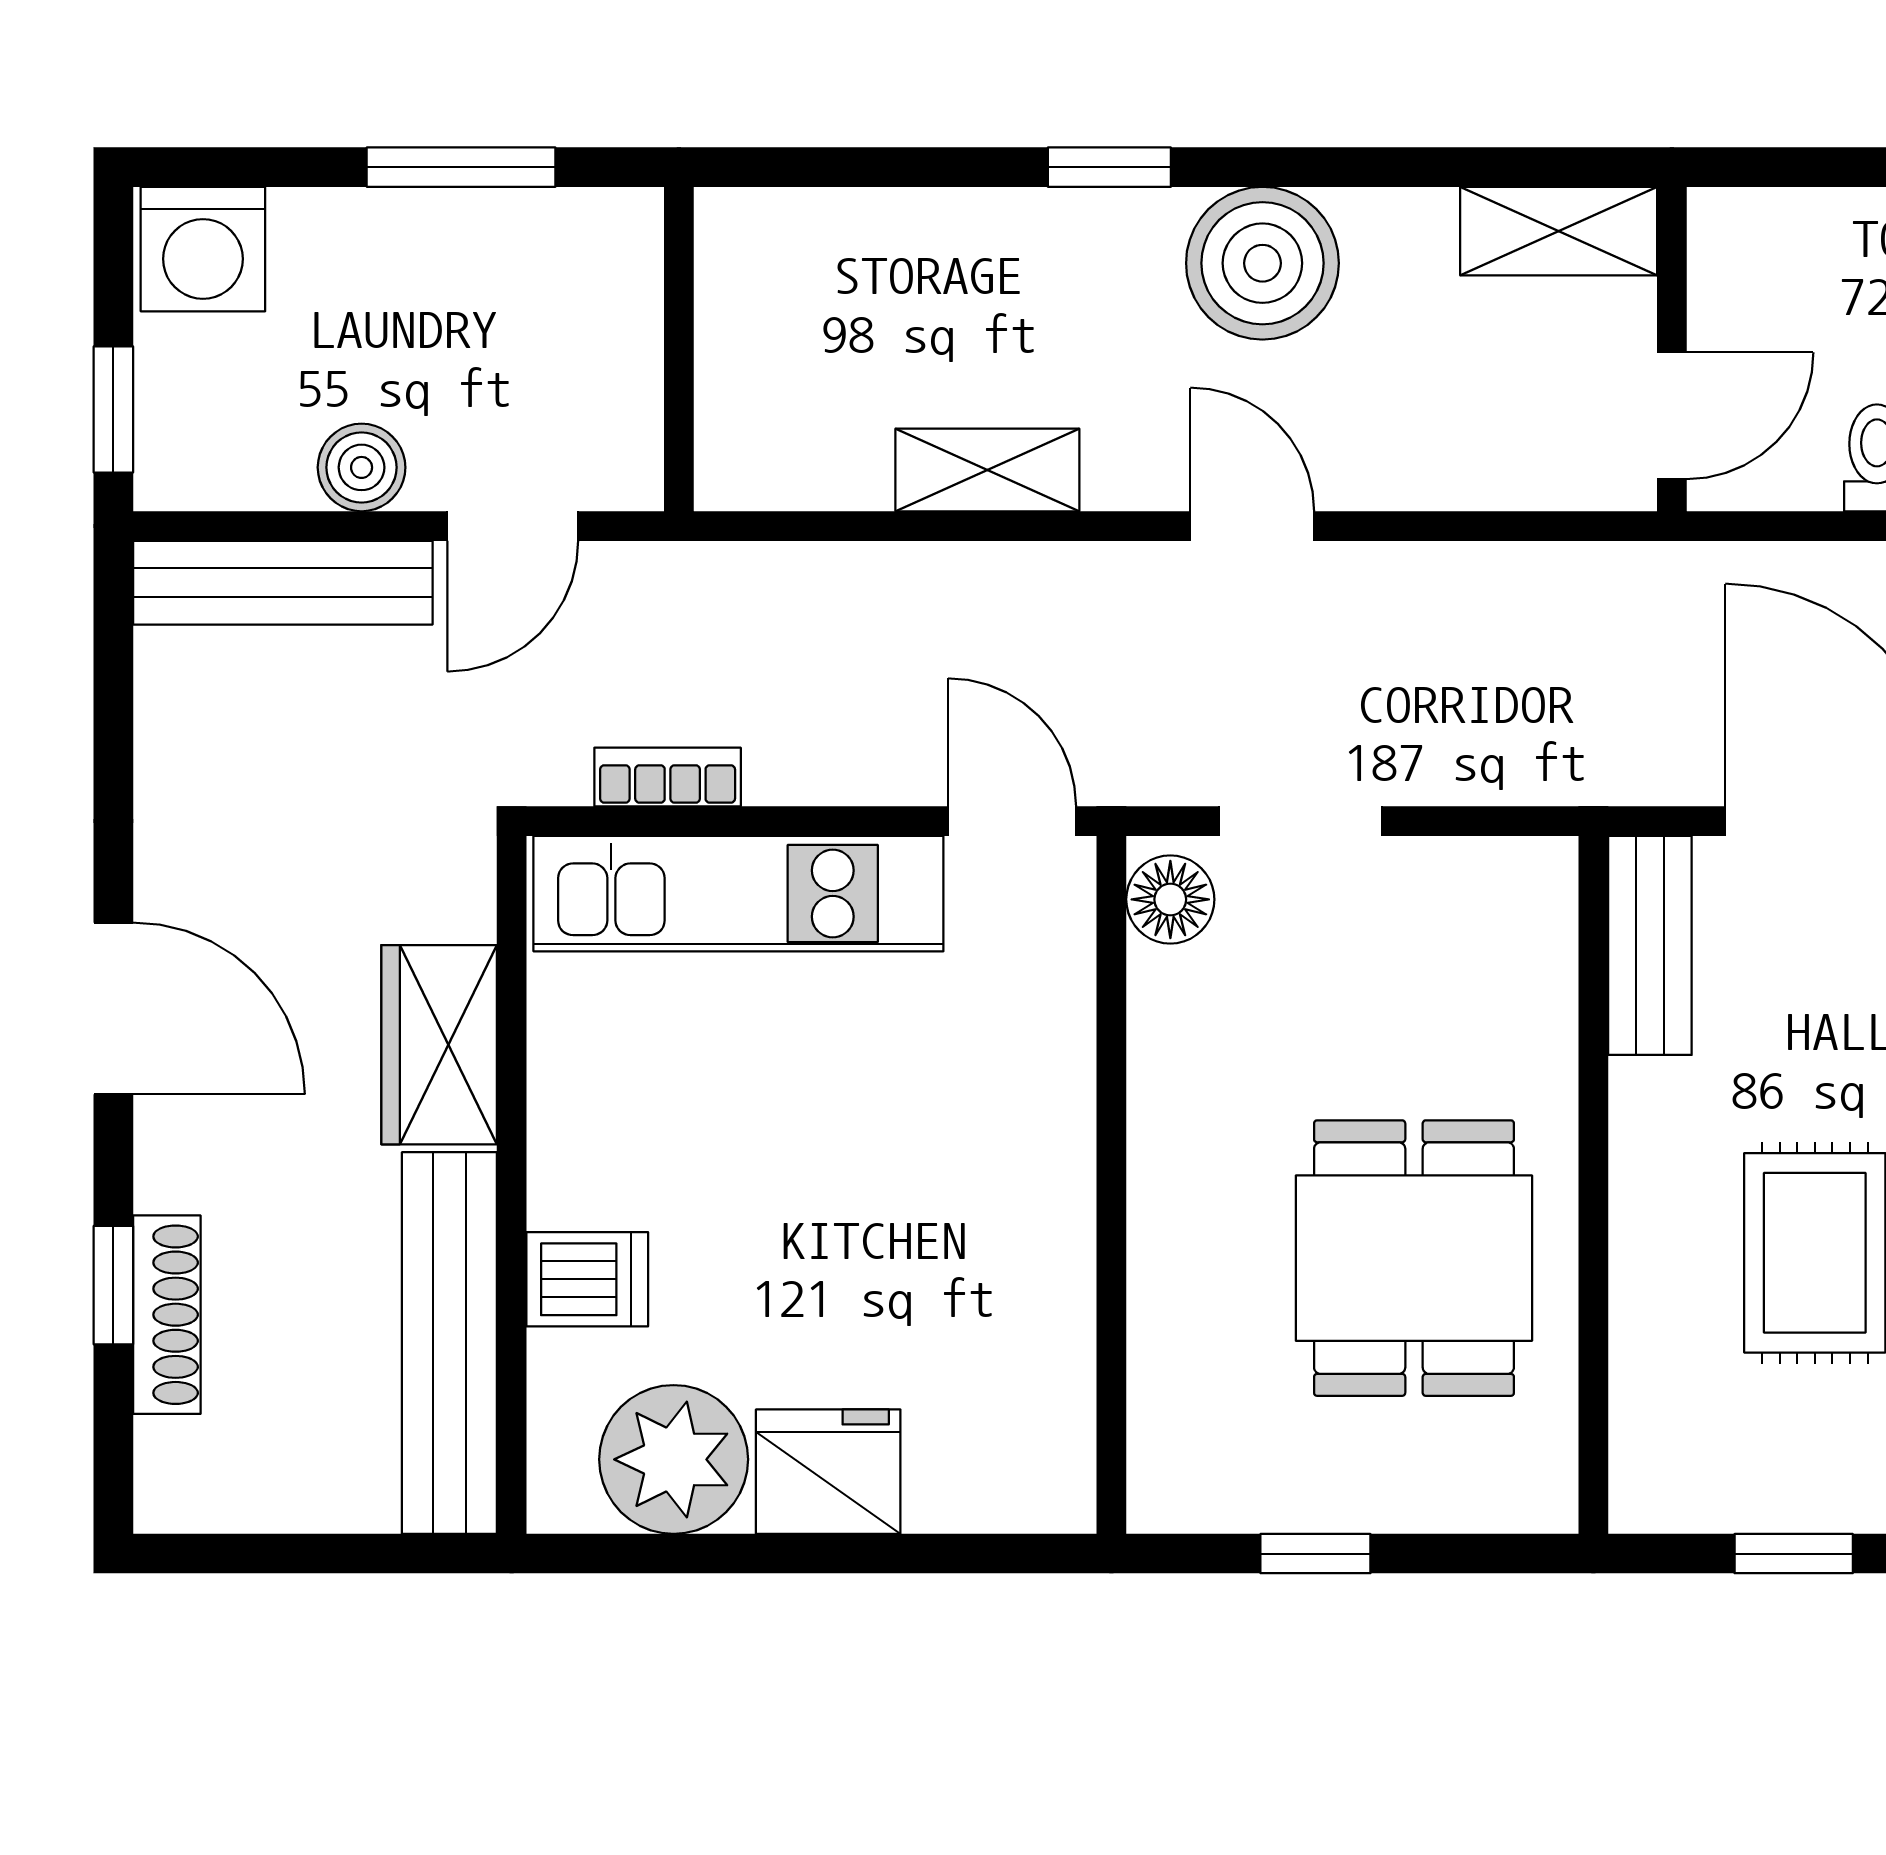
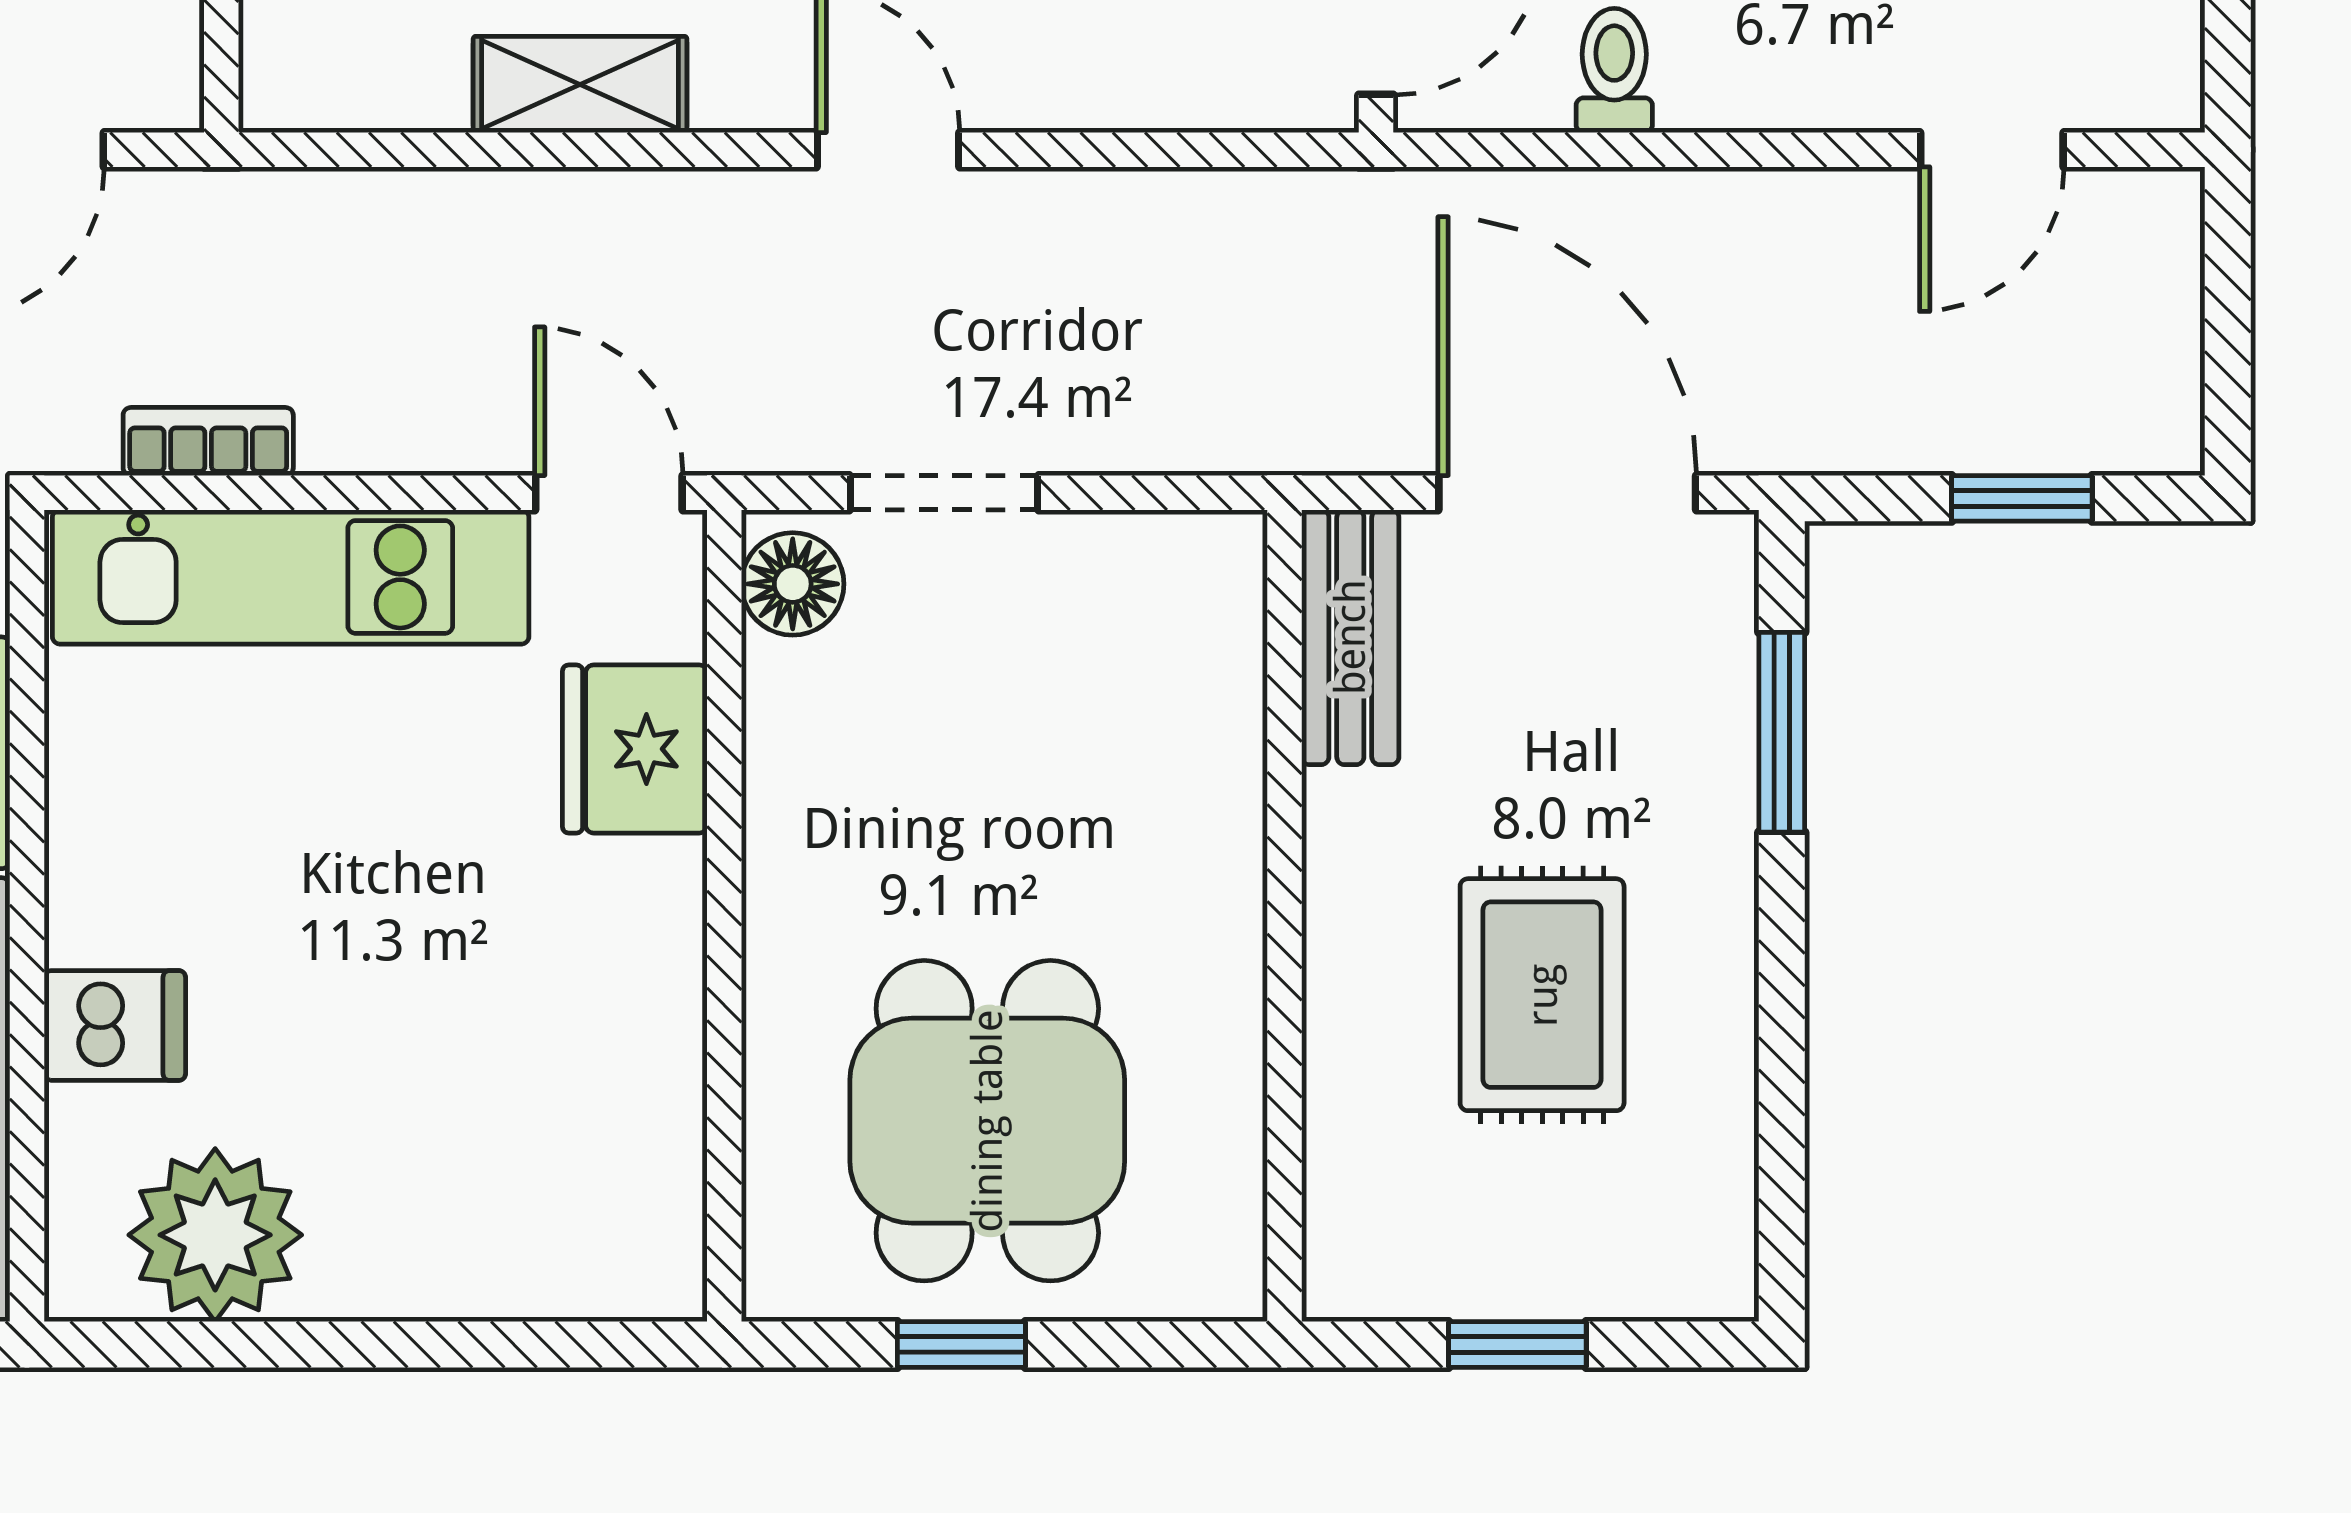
dining table: (1414, 1258) -> (987, 1121), moved
fridge: (828, 1472) -> (635, 749), moved, turned -90

